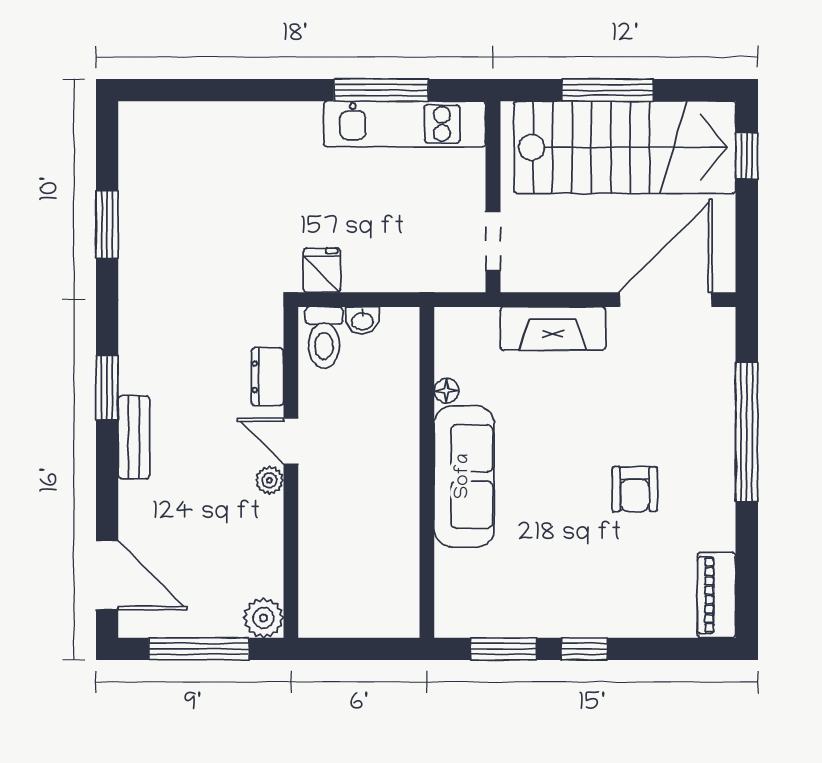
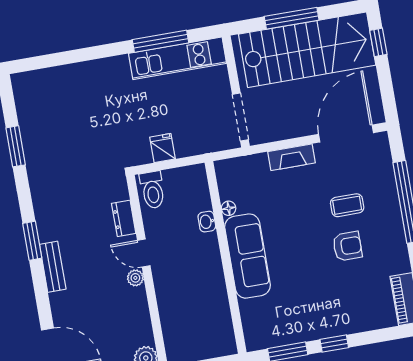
doorway: (493, 241) -> (240, 117), width x1.38
fridge: (322, 270) -> (163, 148), moved
washbasin: (362, 321) -> (207, 222), moved, turned 90
fireplace: (553, 329) -> (292, 157), width x0.73, depth x0.76
coffee table: (646, 420) -> (347, 205), added
armchair: (635, 489) -> (347, 246), turned -90

